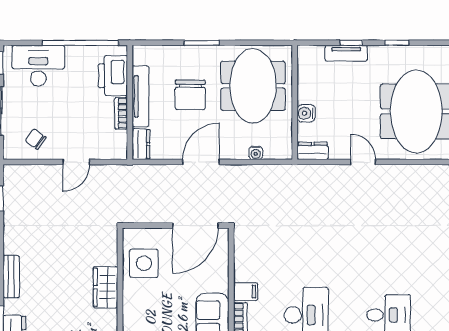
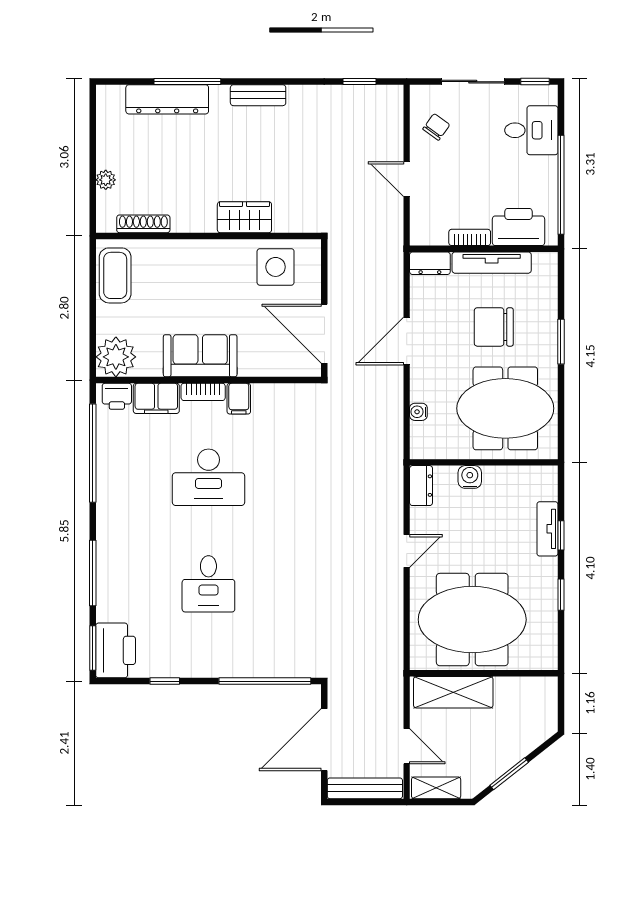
desk: (38, 66) -> (531, 130), width x0.73
door: (201, 162) -> (407, 341), swing flipped

